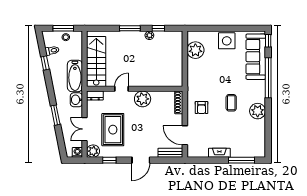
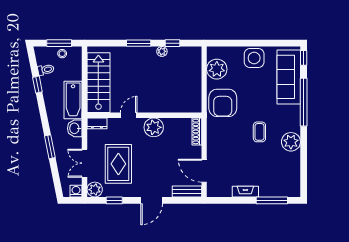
armchair: (202, 108) -> (223, 103), moved, width x1.88, depth x1.88

